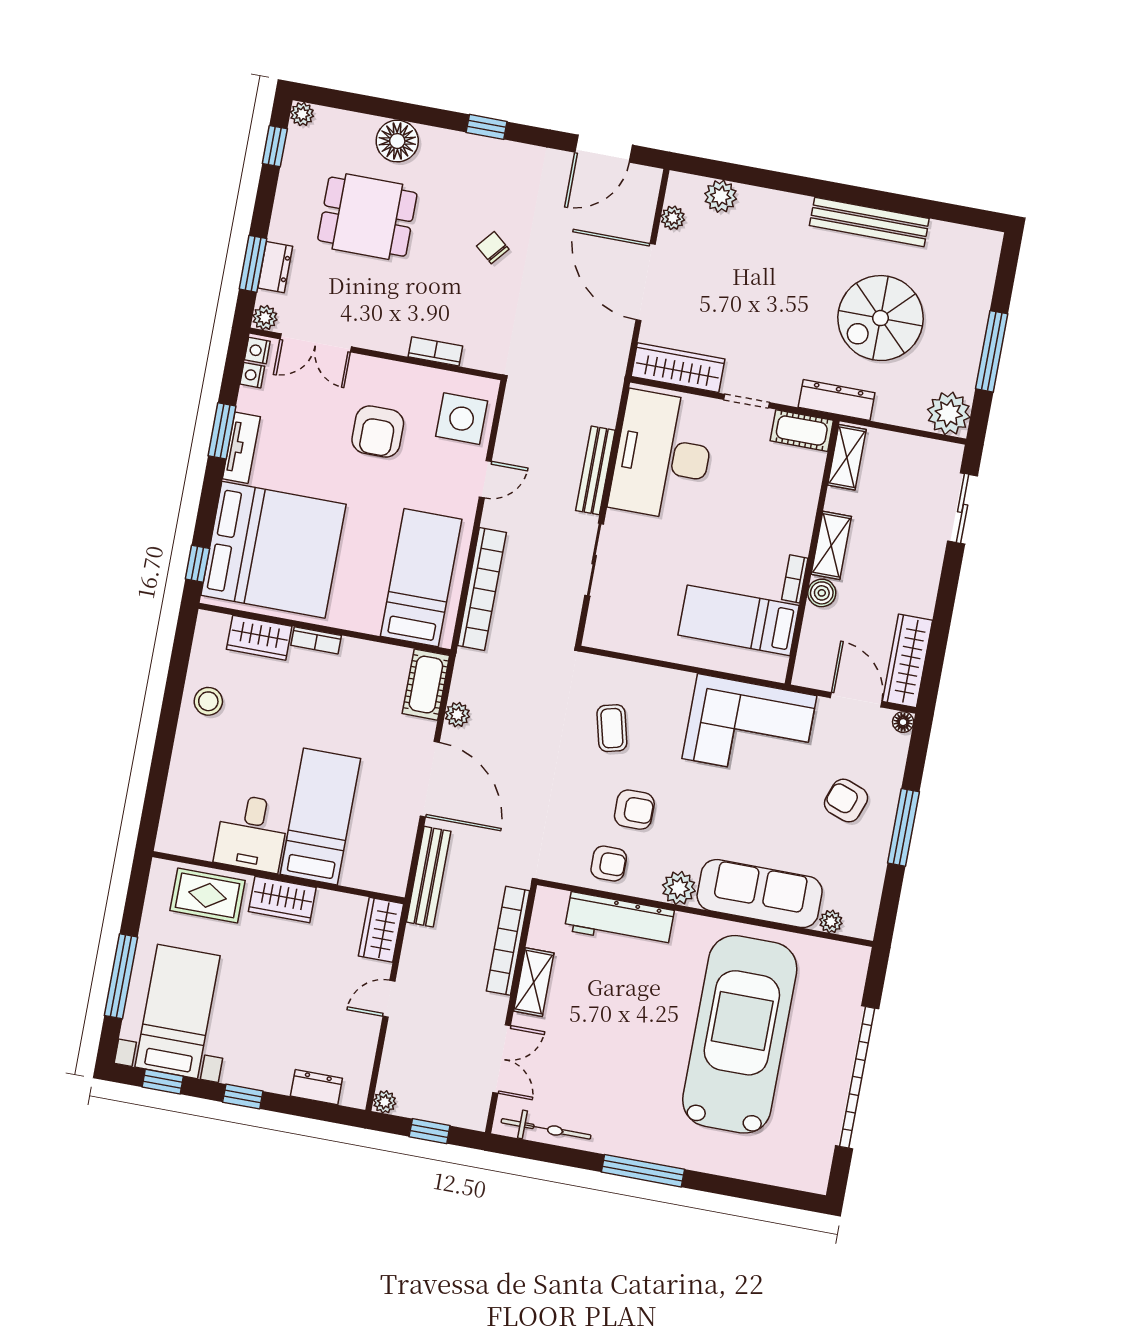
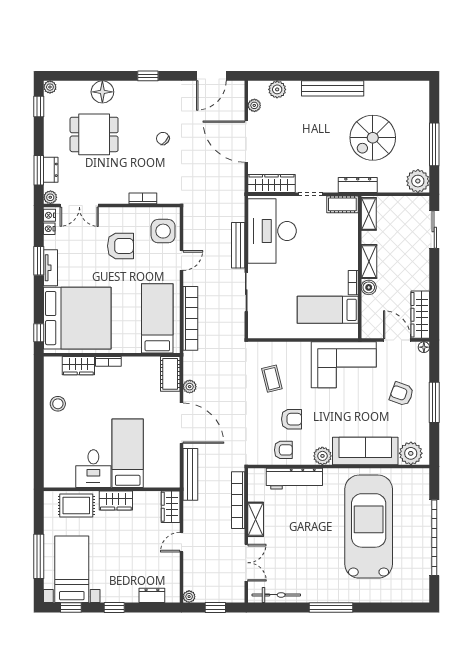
bench: (869, 222) -> (333, 88), moved
armchair: (378, 431) -> (120, 246), turned -90
plant: (831, 922) -> (411, 453), width x1.87, depth x1.87

